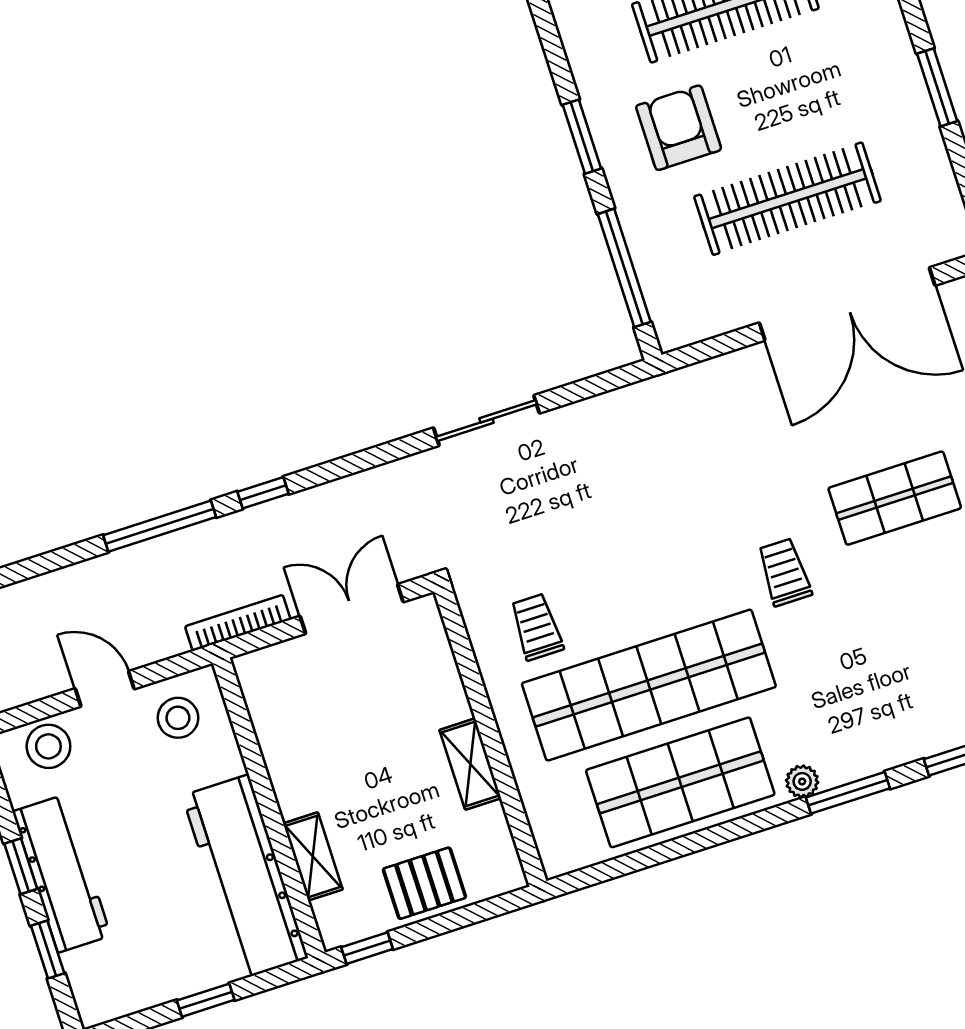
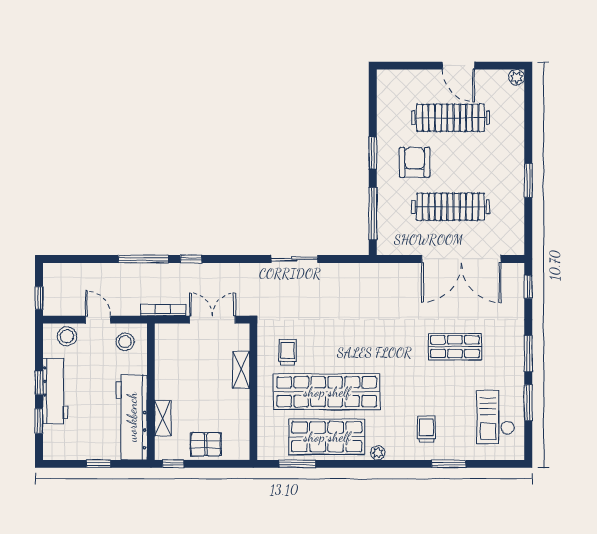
trolley: (784, 572) -> (426, 429), moved
shelving: (470, 764) -> (241, 370), moved
window: (848, 793) -> (297, 464), moved

